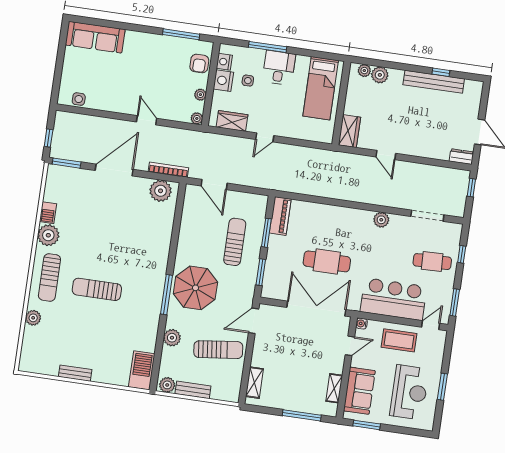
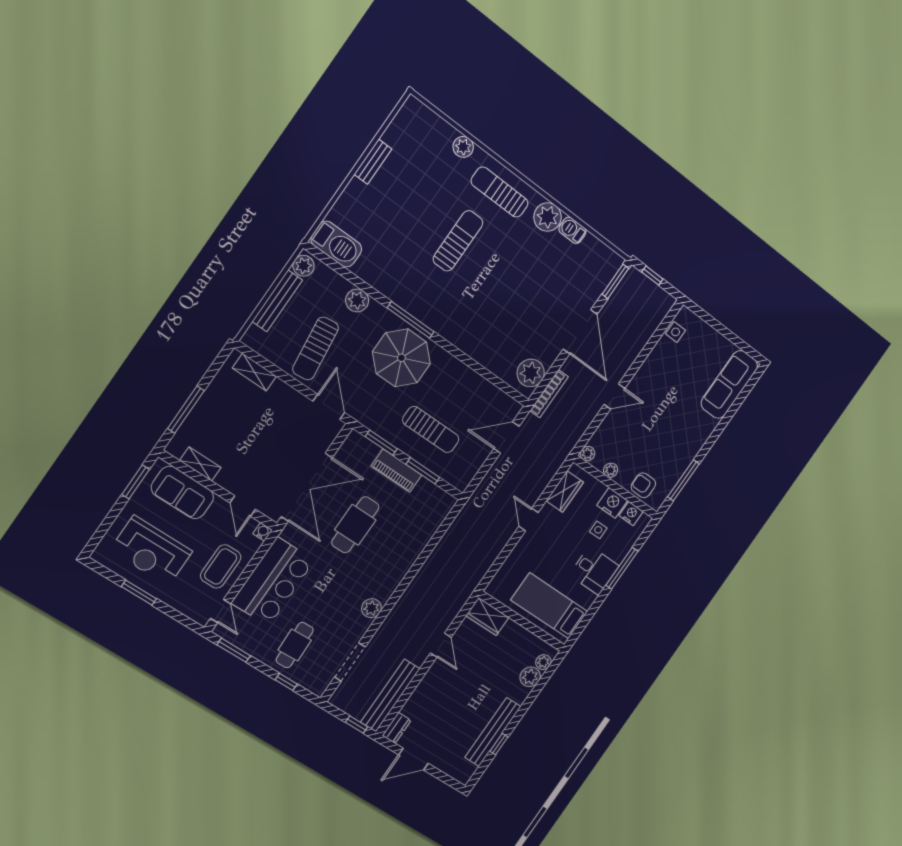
door: (386, 155) -> (441, 645), swing flipped
bench: (439, 174) -> (390, 696), added
piano: (280, 216) -> (396, 471), moved
bench: (193, 390) -> (277, 301), width x1.36

